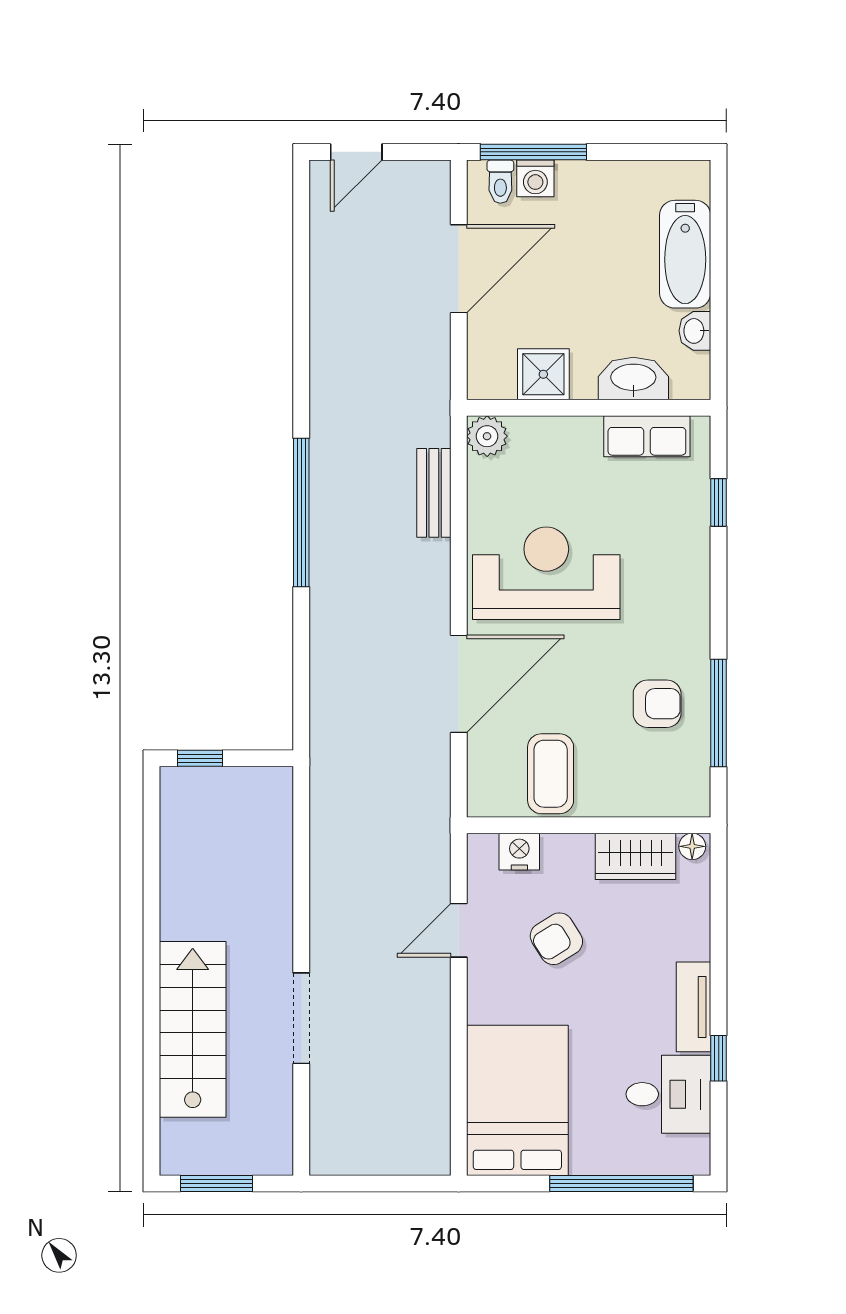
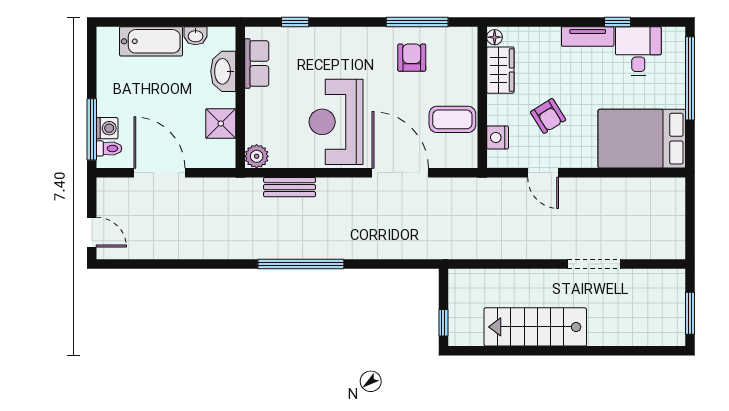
stairs: (193, 1029) -> (535, 327), moved

